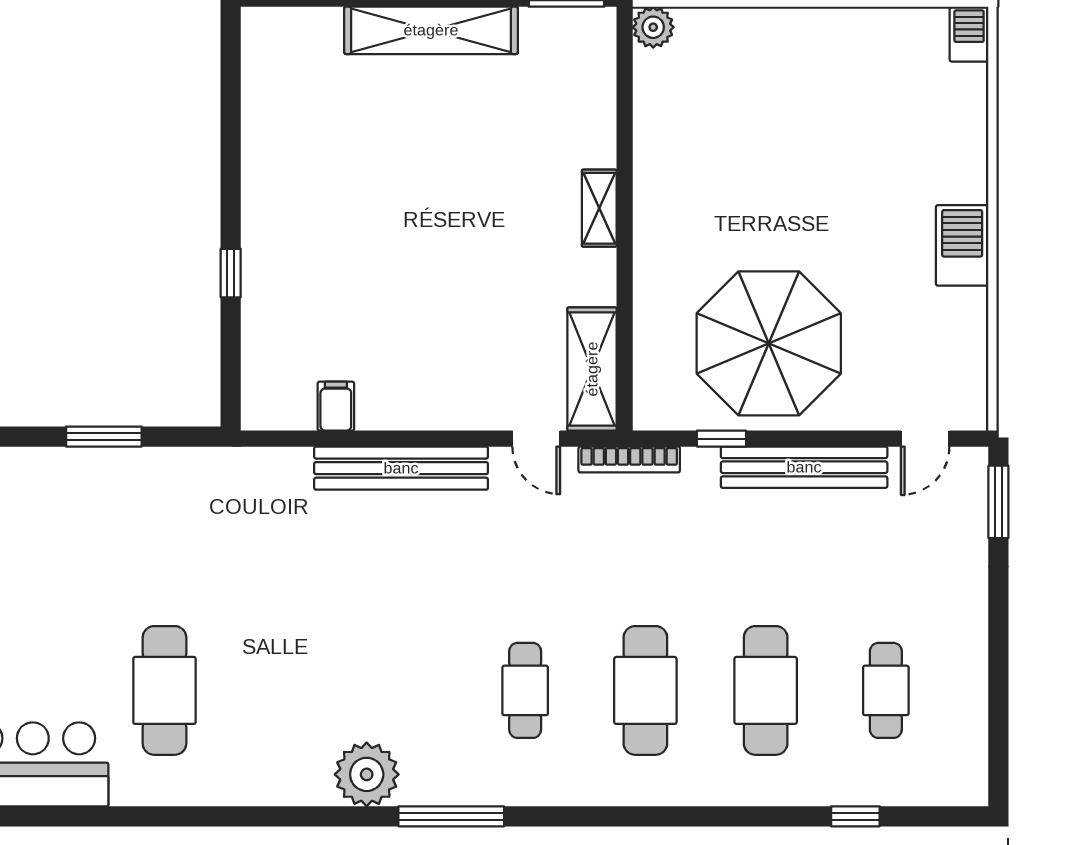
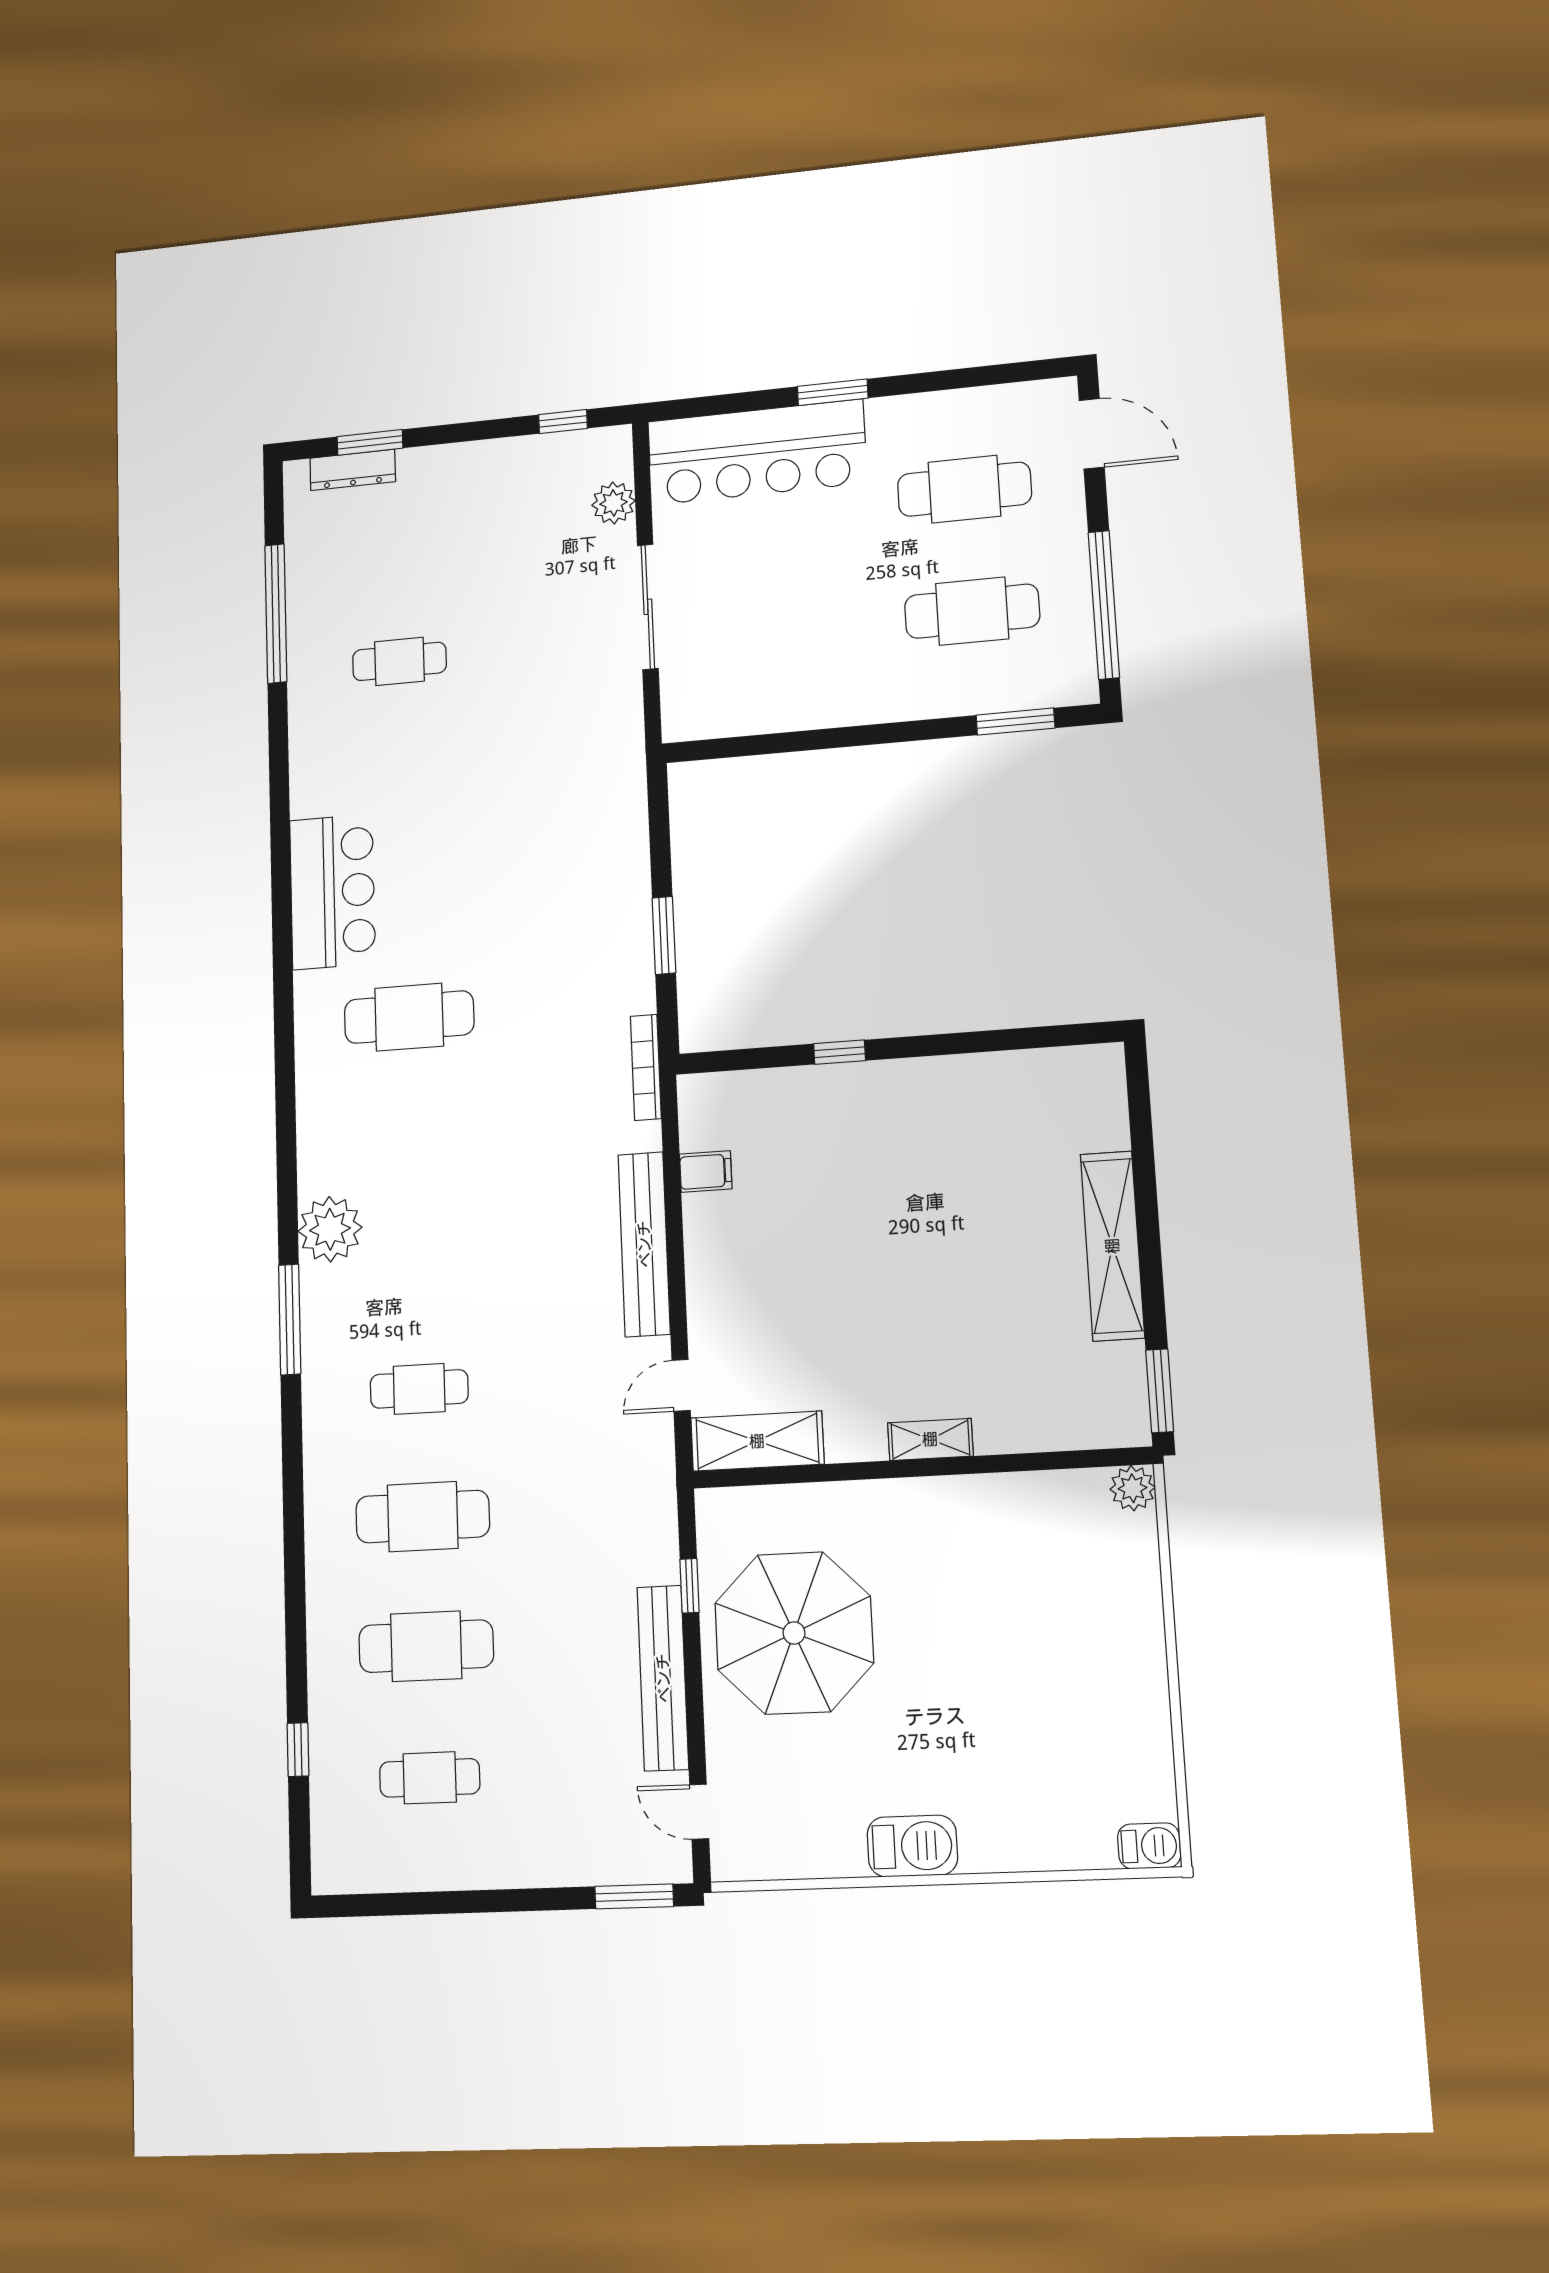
bookcase: (629, 459) -> (646, 1067), moved

